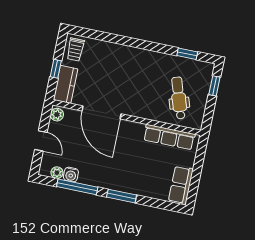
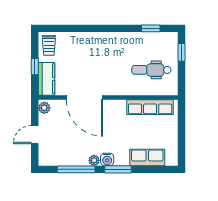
dental chair: (179, 98) -> (151, 70), turned -72
door: (41, 141) -> (35, 135), swing flipped
plant: (57, 173) -> (94, 160), moved
water cooler: (71, 175) -> (107, 159), moved
row of seats: (181, 185) -> (147, 157), moved, turned 90

